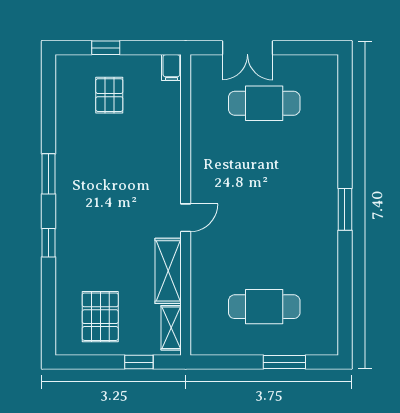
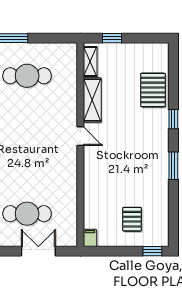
window: (106, 48) -> (152, 251), moved
door: (186, 218) -> (80, 136), swing flipped
pallet: (100, 317) -> (153, 90), moved

